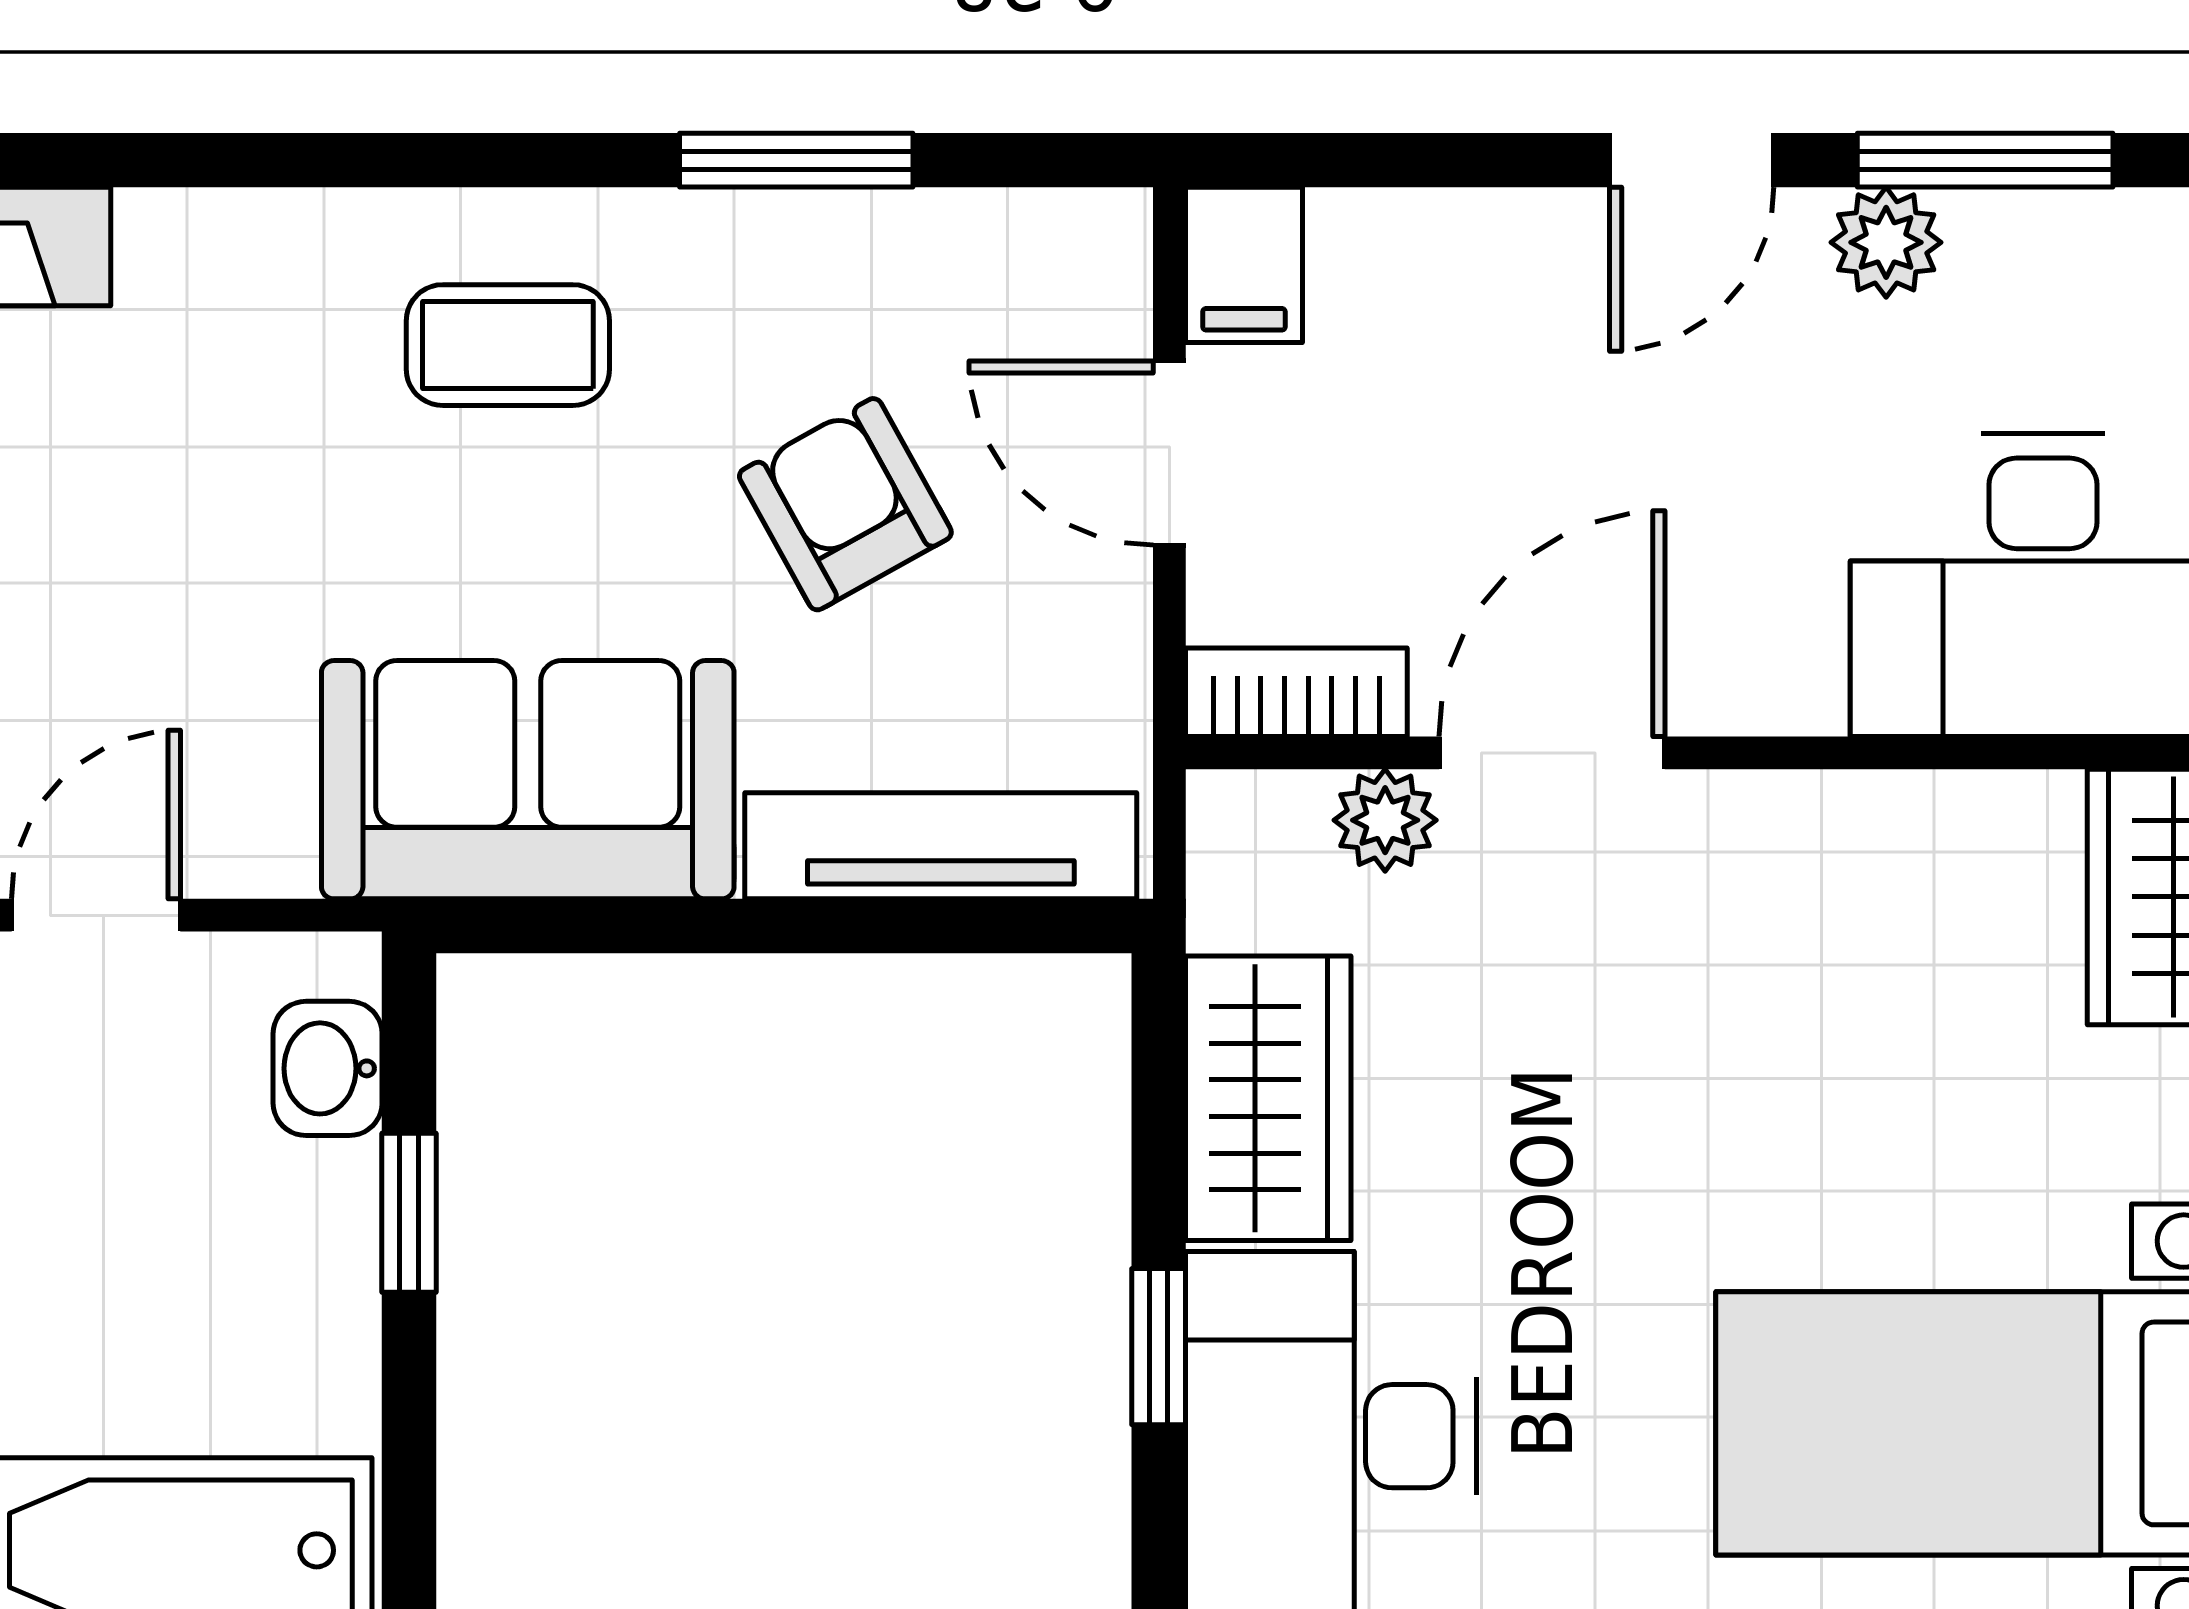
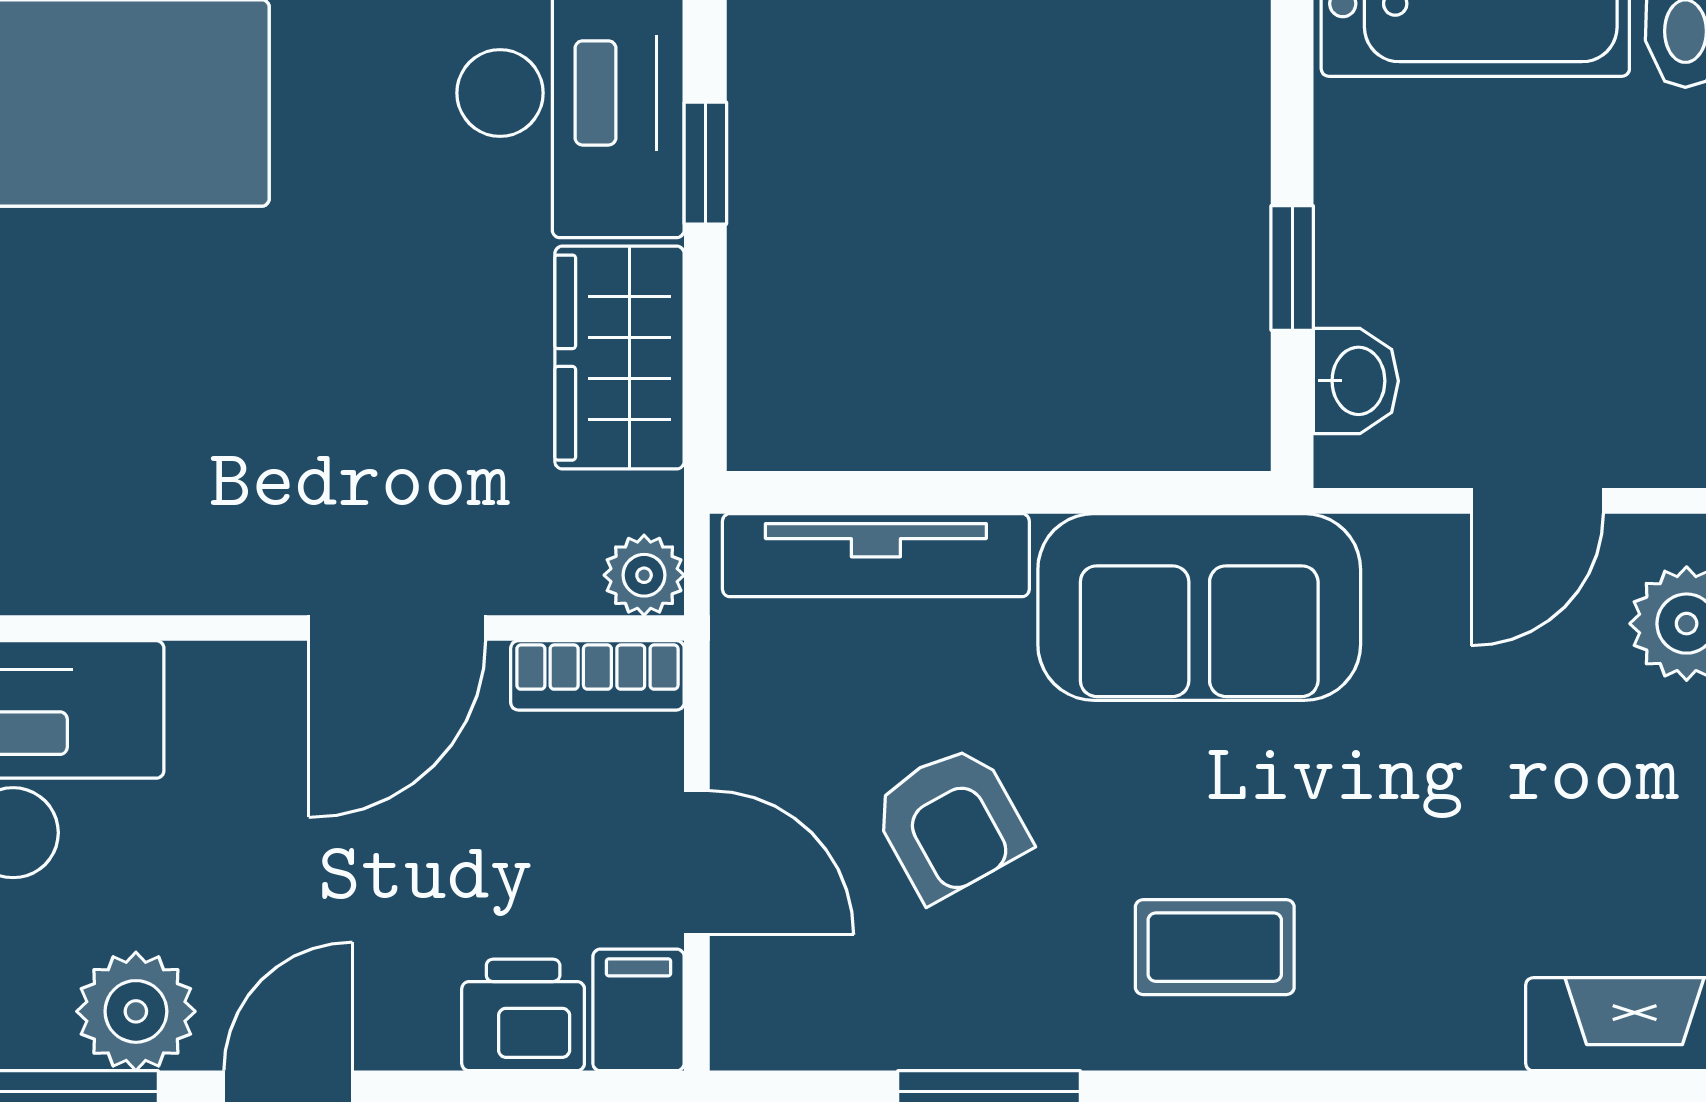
plant: (1886, 242) -> (136, 1011), width x1.38, depth x1.38
printer: (1391, 258) -> (523, 1015), added
plant: (1385, 820) -> (644, 575), moved

